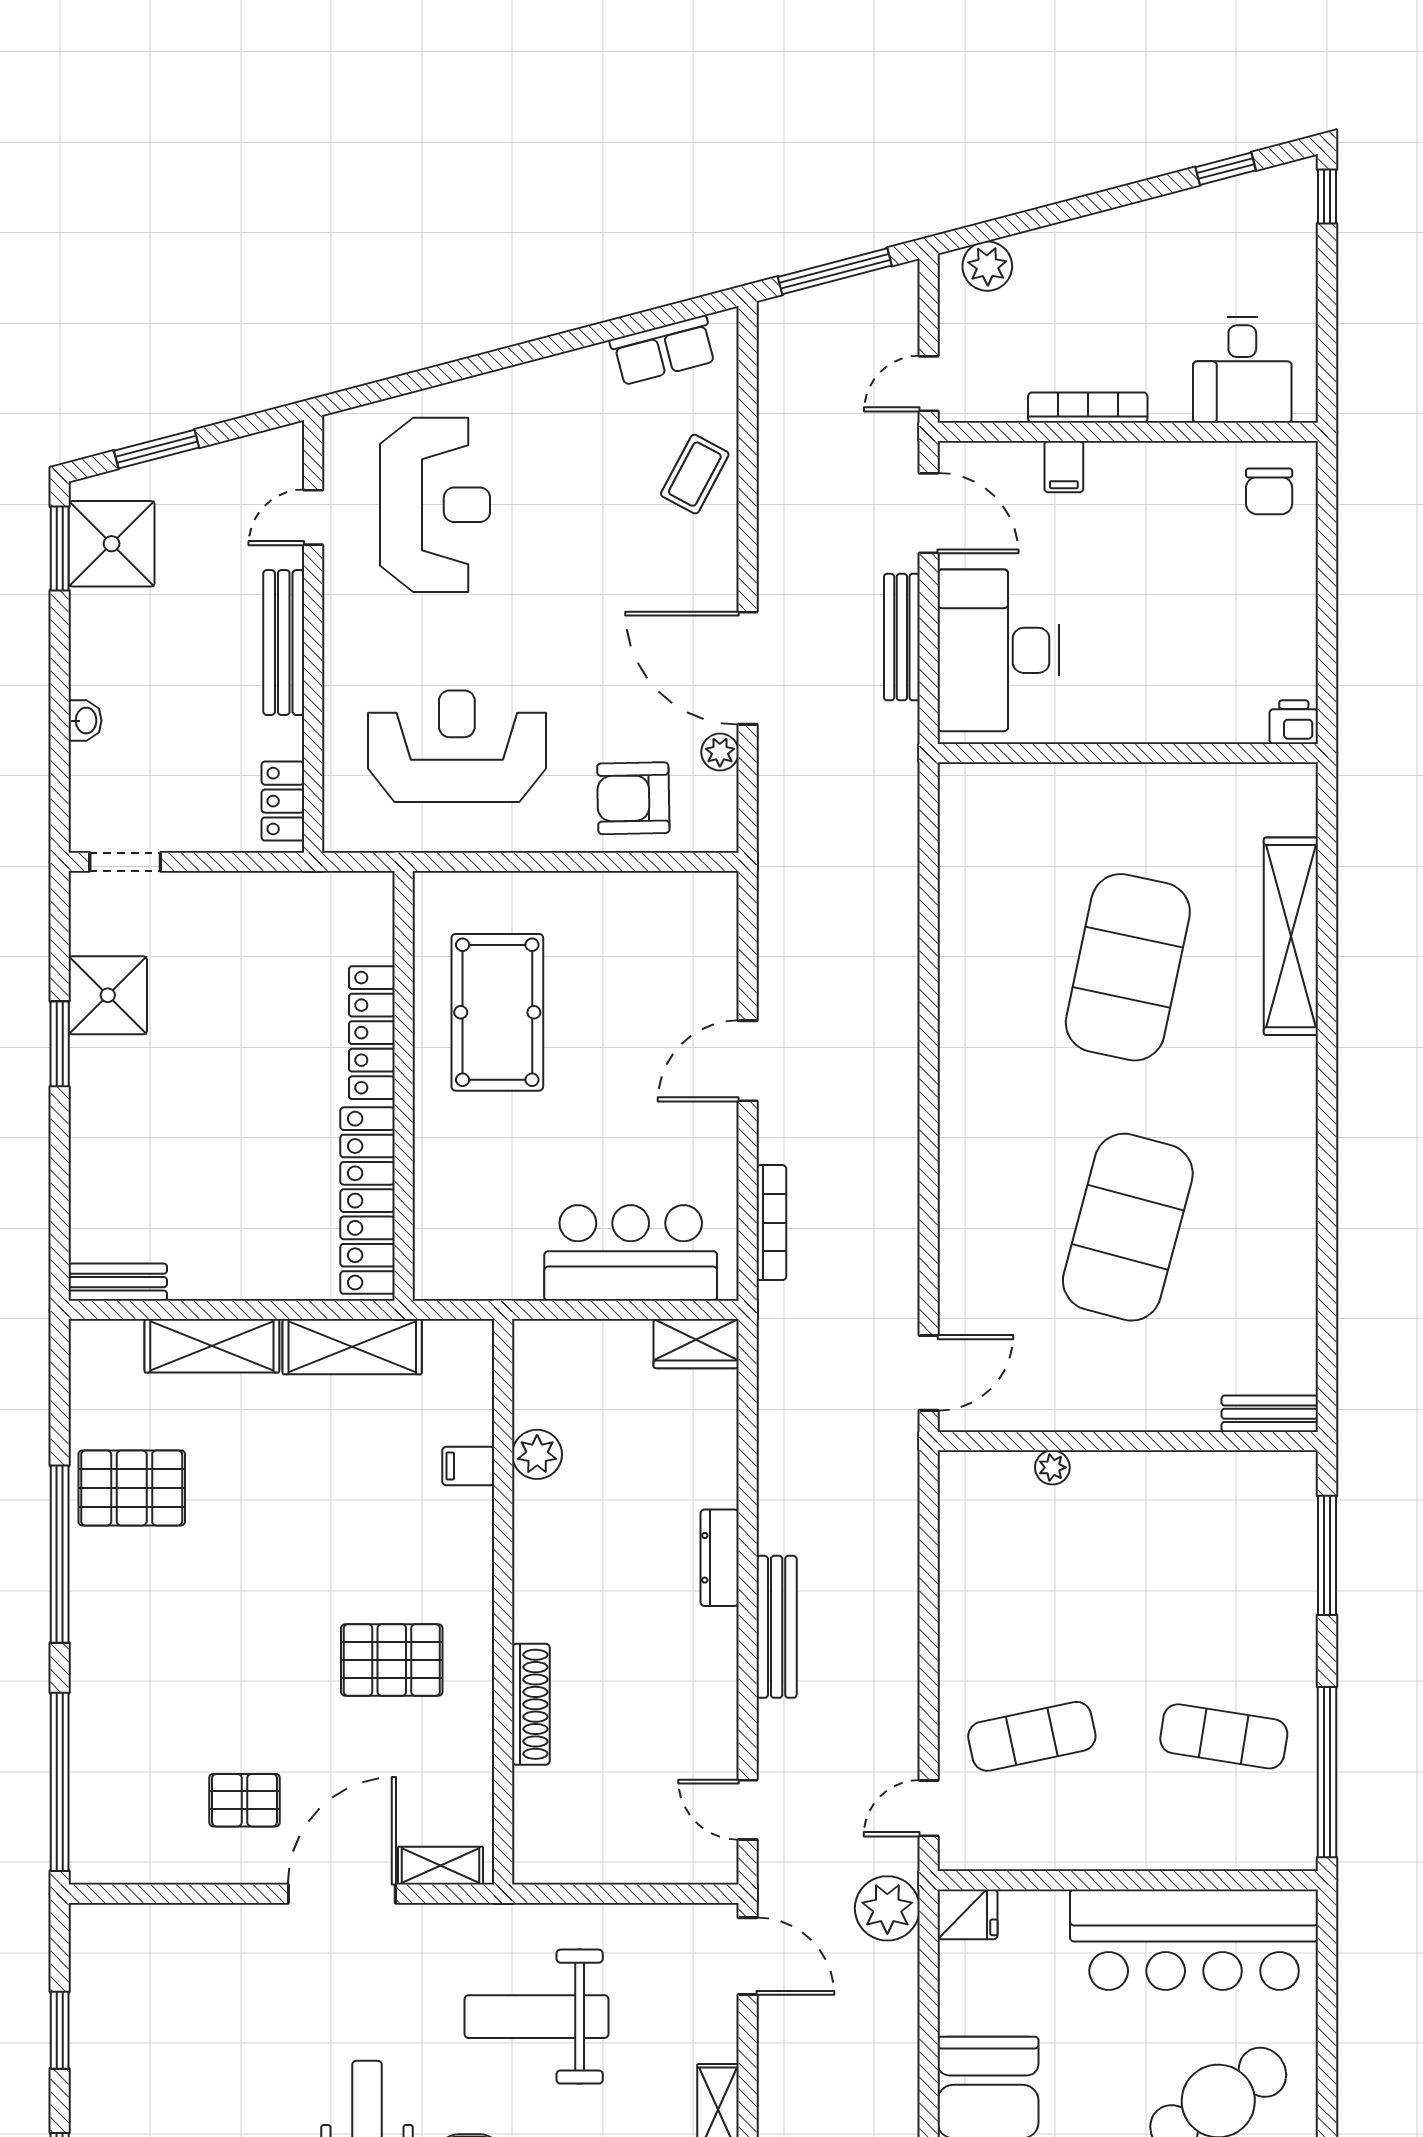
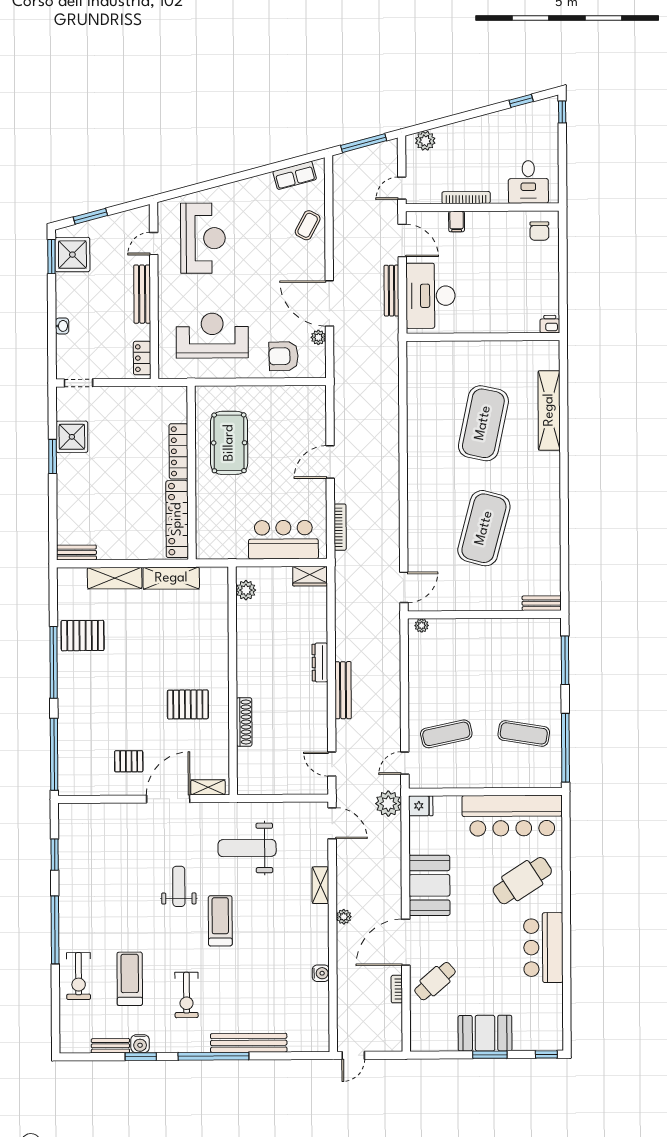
plant: (537, 1454) -> (246, 590), moved
filing cabinet: (468, 1466) -> (218, 626), removed
plant: (1052, 1467) -> (422, 626), moved

